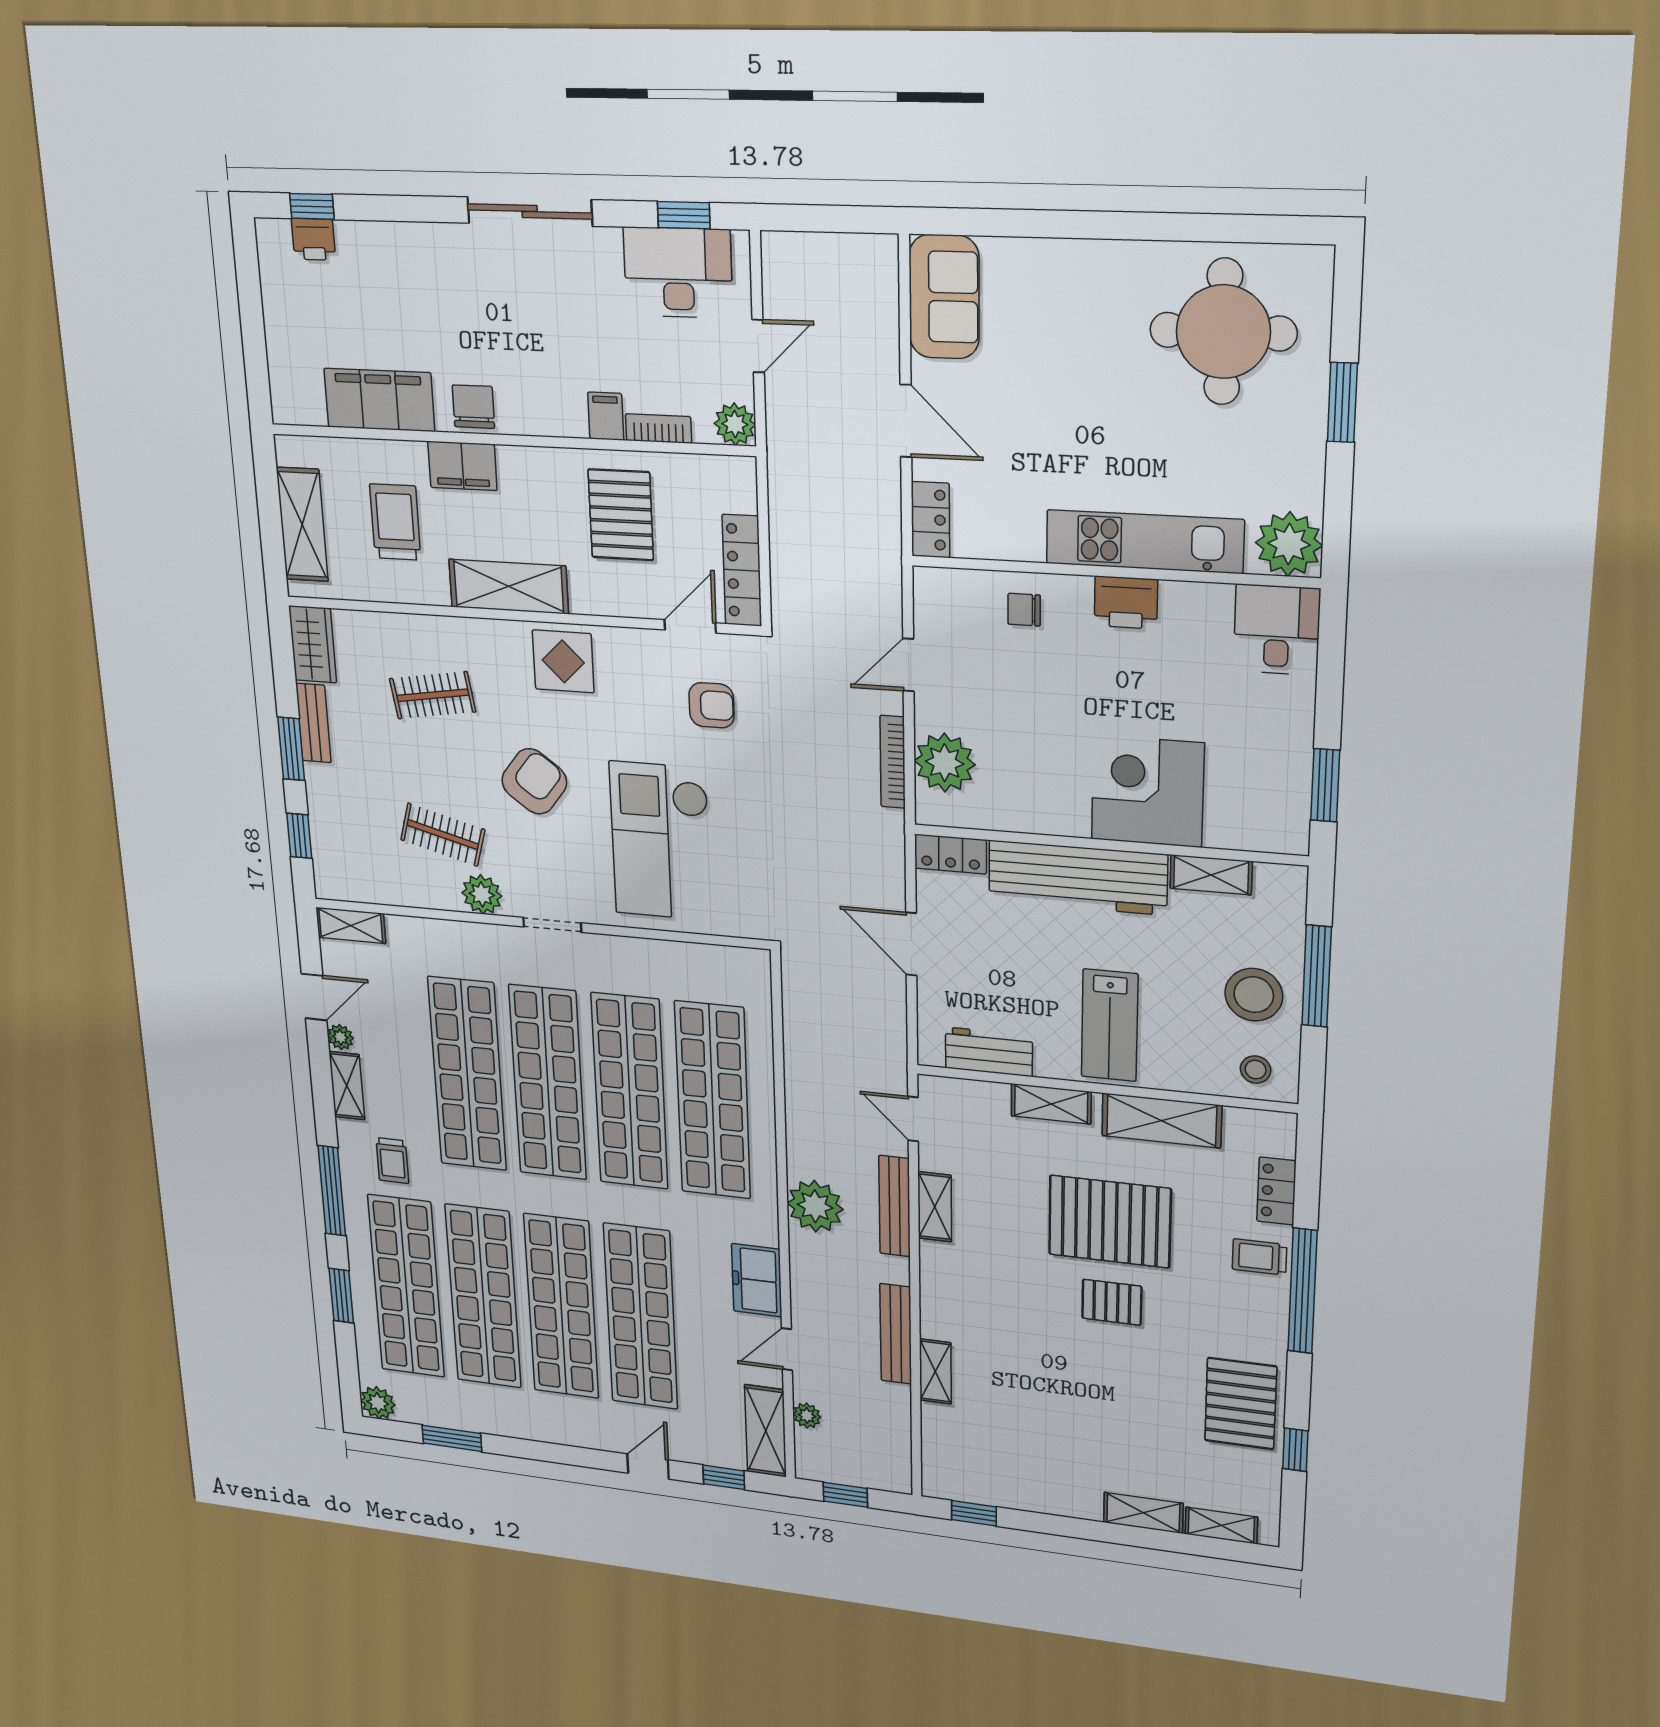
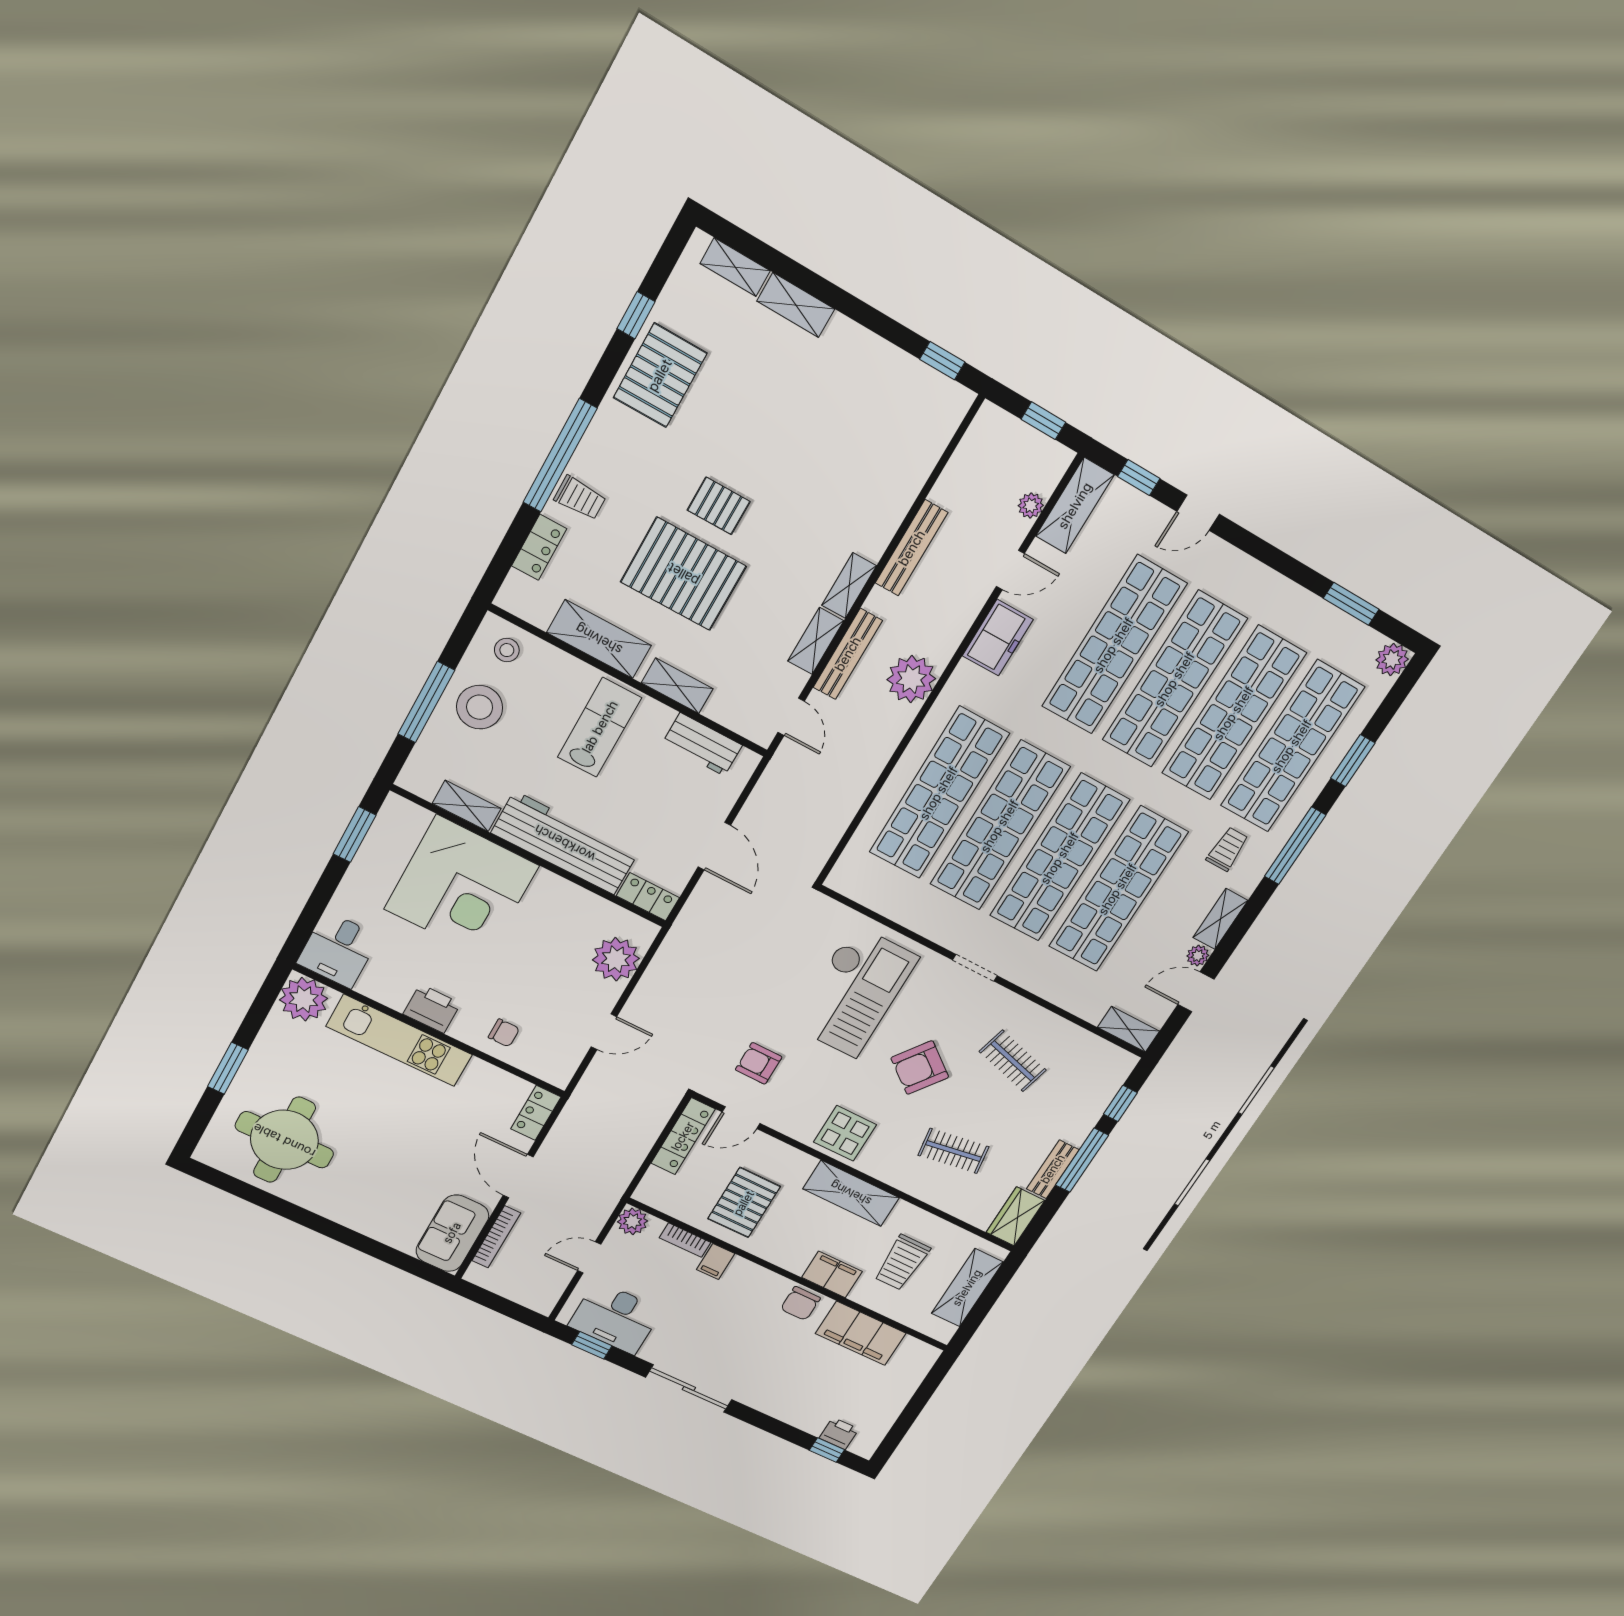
window: (291, 749) -> (1082, 1160), width x1.44
bookcase: (893, 762) -> (496, 1237), moved
corner desk: (1148, 791) -> (462, 887), width x1.36, depth x1.36
plant: (482, 894) -> (1013, 1010), removed
shelving: (935, 1371) -> (849, 586), moved

